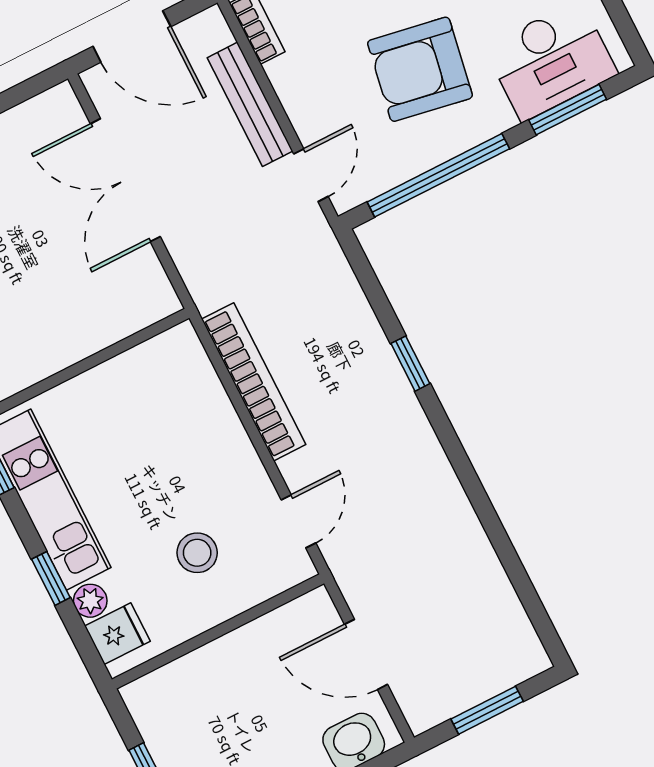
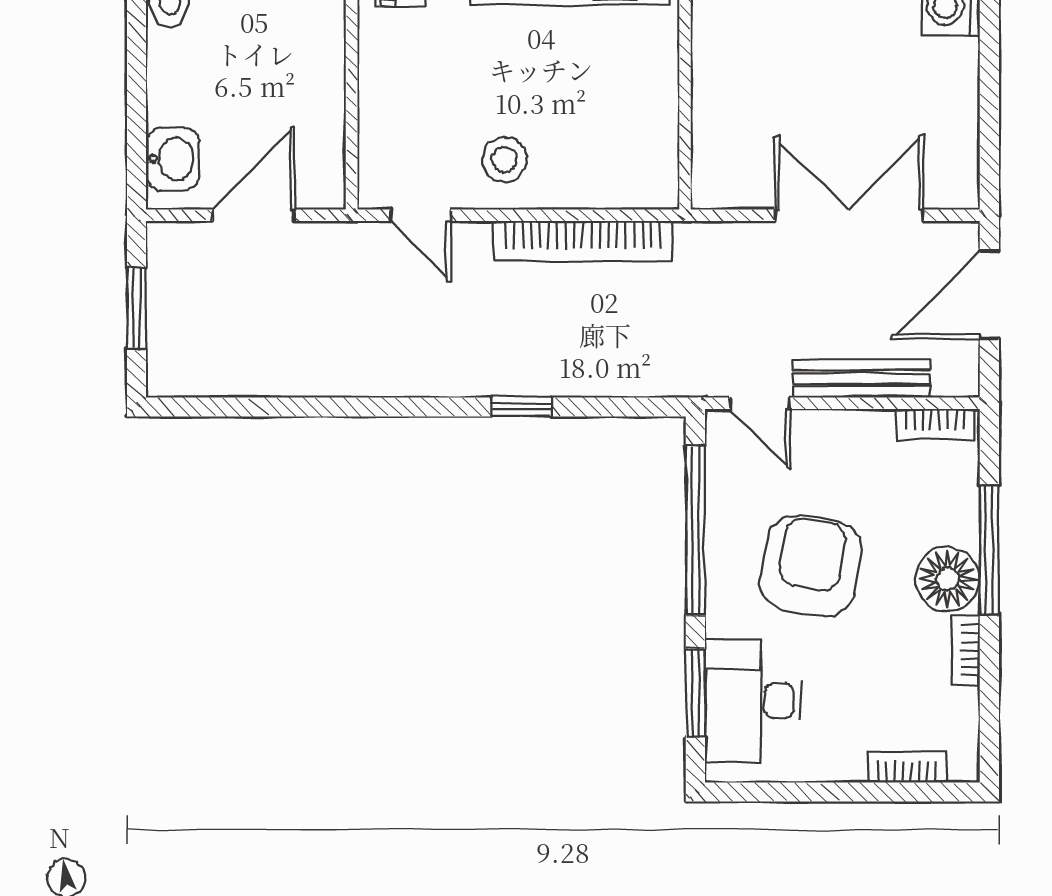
stool: (197, 553) -> (505, 160), moved

